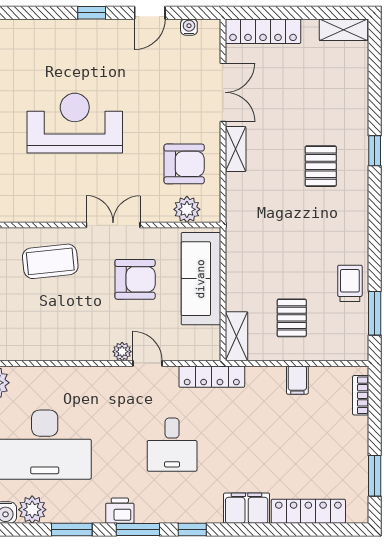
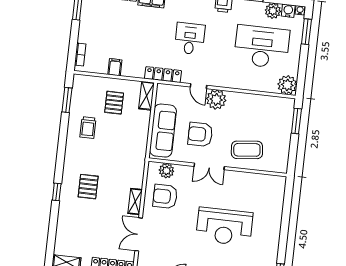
trolley: (350, 283) -> (88, 127), moved
plant: (122, 352) -> (216, 100), width x1.88, depth x1.88

